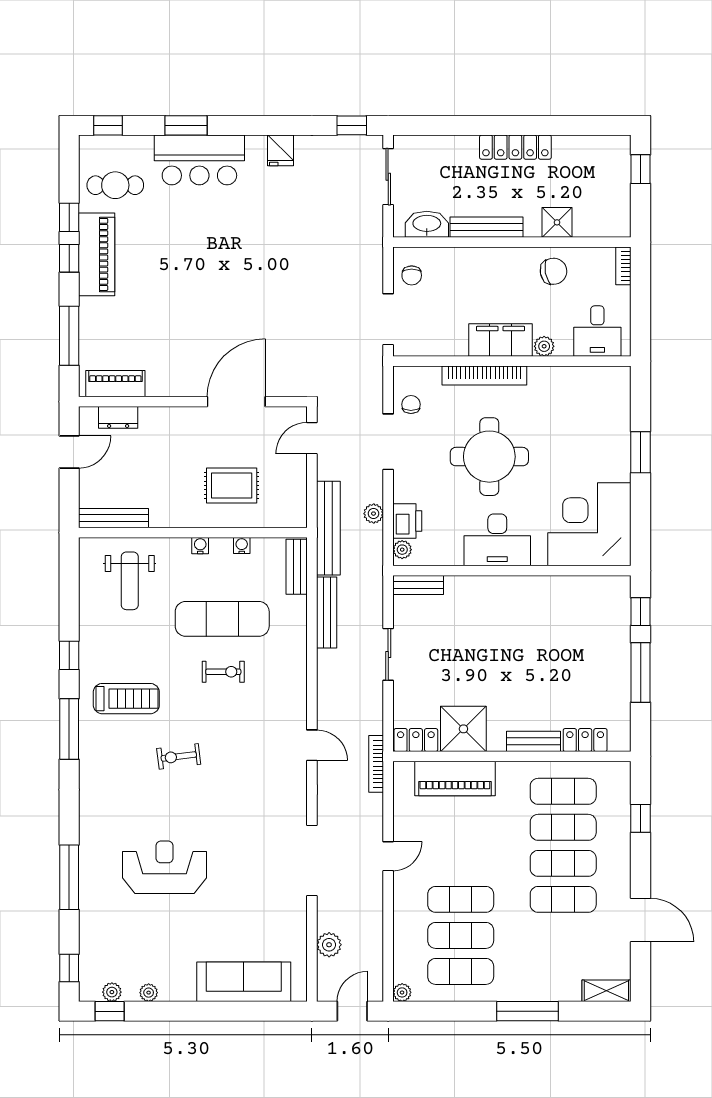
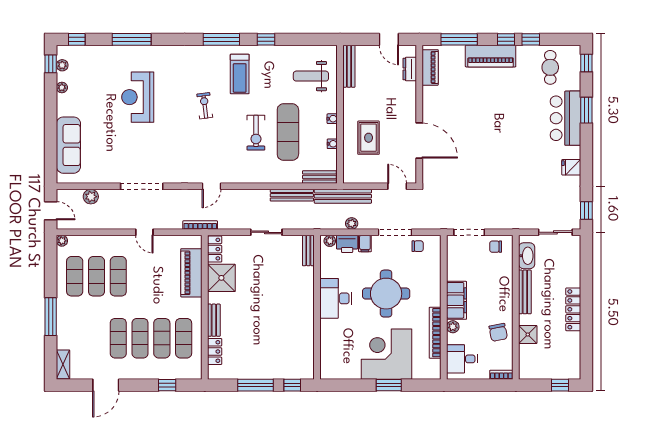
piano: (97, 254) -> (491, 56), moved
bookcase: (484, 376) -> (435, 333), moved
filing cabinet: (407, 492) -> (365, 244), added
corner desk: (589, 524) -> (386, 354), moved, turned -90
exercise bike: (223, 672) -> (256, 133), width x1.38, depth x1.39
reception desk: (165, 867) -> (138, 97), turned 180

